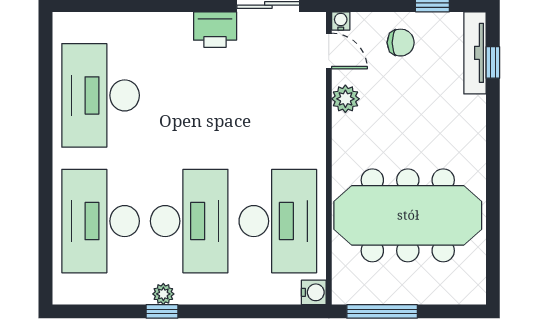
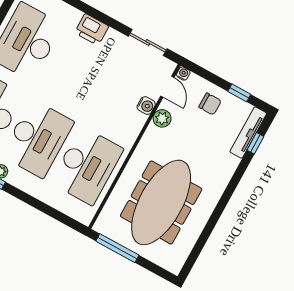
printer: (215, 30) -> (92, 29), moved
meeting table: (408, 215) -> (161, 202), turned 90
water cooler: (314, 292) -> (146, 106), moved

